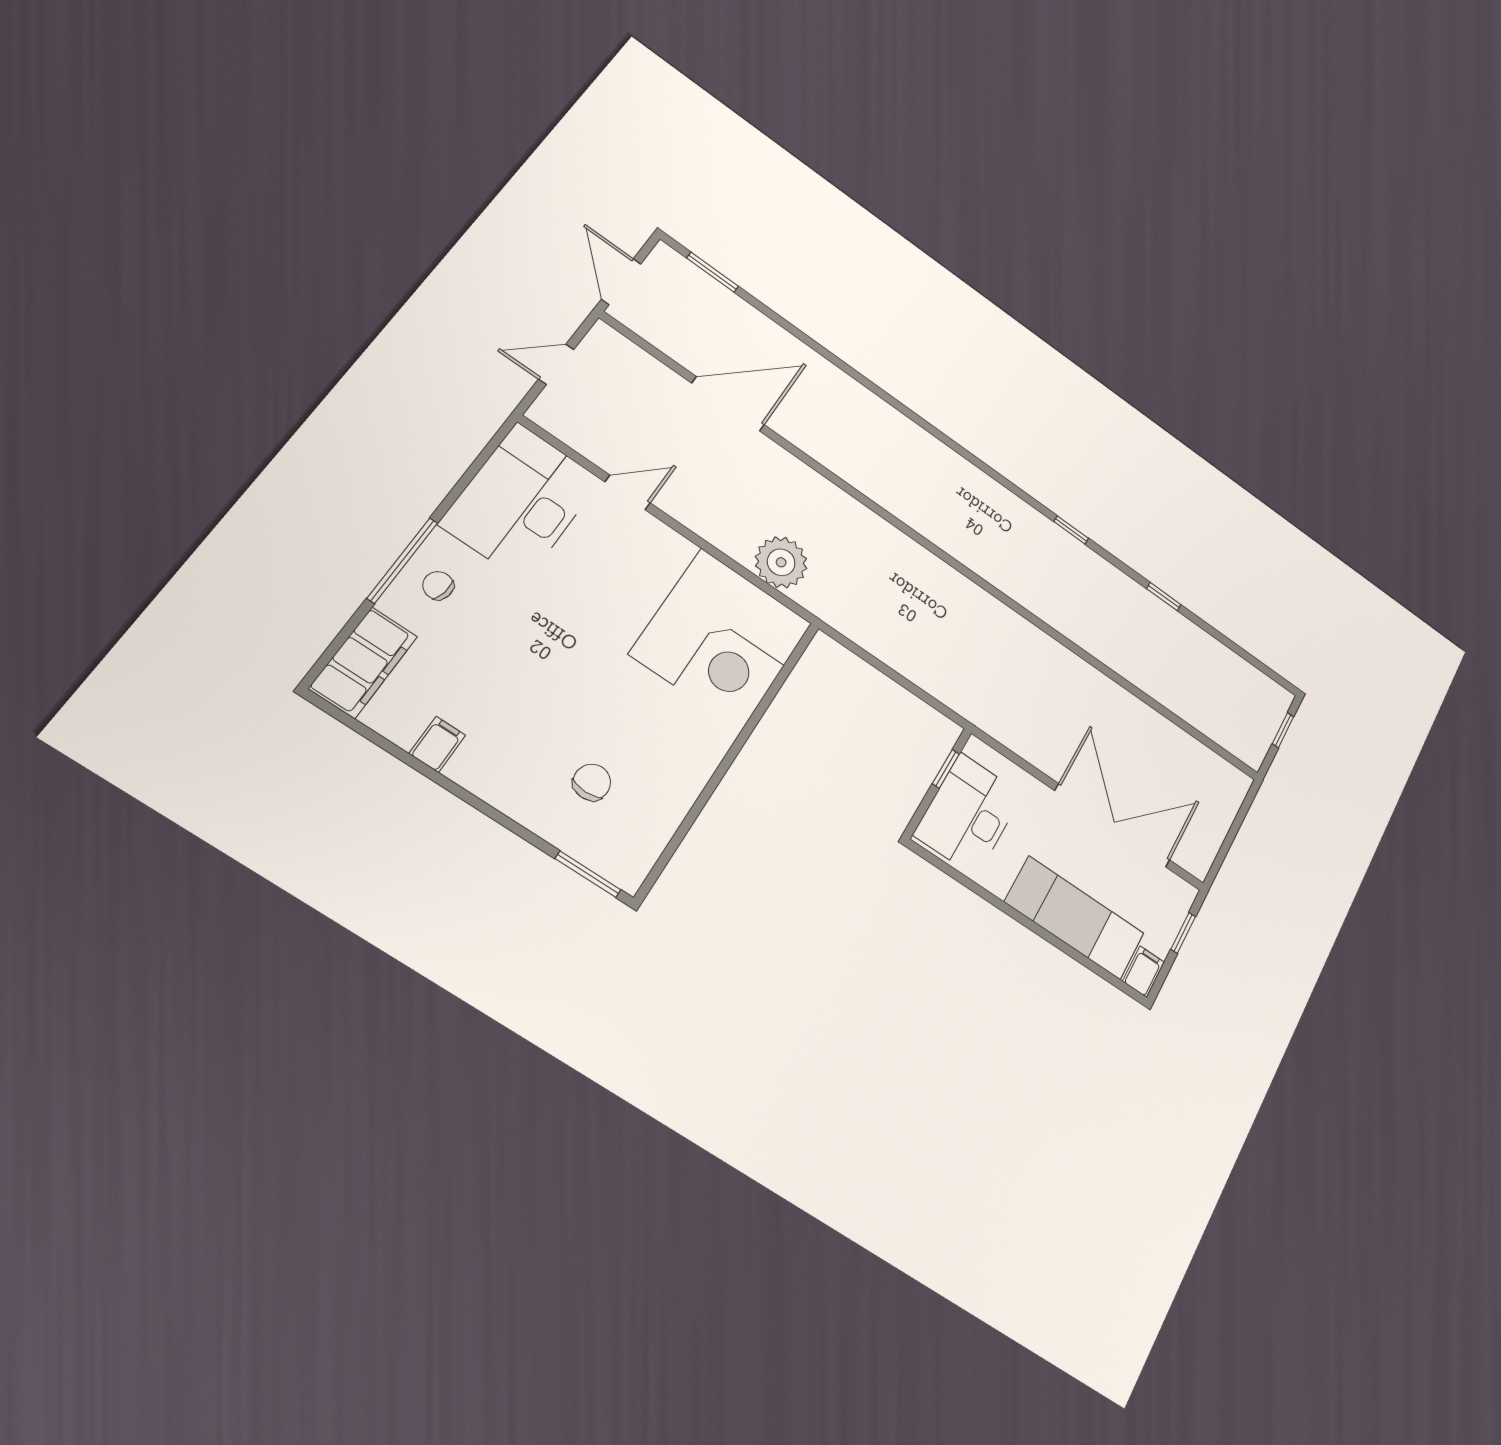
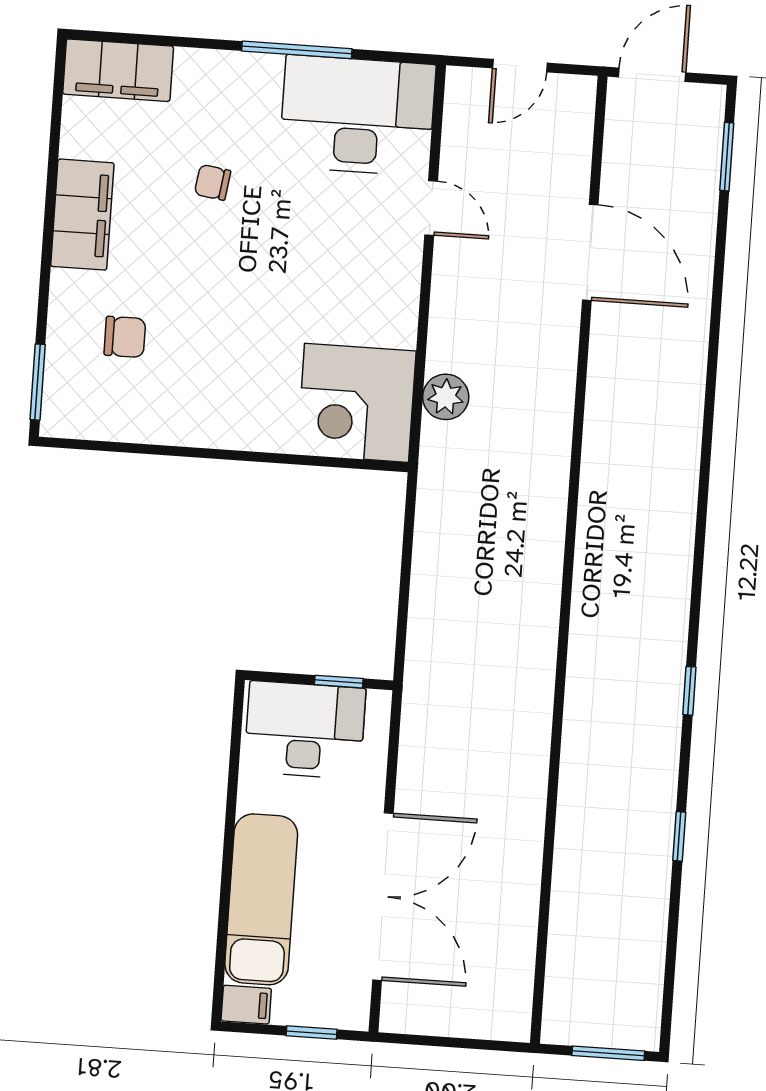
door: (556, 364) -> (520, 66), swing flipped
window: (402, 560) -> (297, 50), moved
plant: (781, 562) -> (446, 397), width x0.73, depth x0.73
chair: (438, 586) -> (213, 182), moved, turned -92
corner desk: (721, 639) -> (357, 403), width x0.74, depth x0.74
window: (1283, 730) -> (608, 1053), width x1.50
filing cabinet: (437, 744) -> (82, 215), width x3.00, depth x1.17

